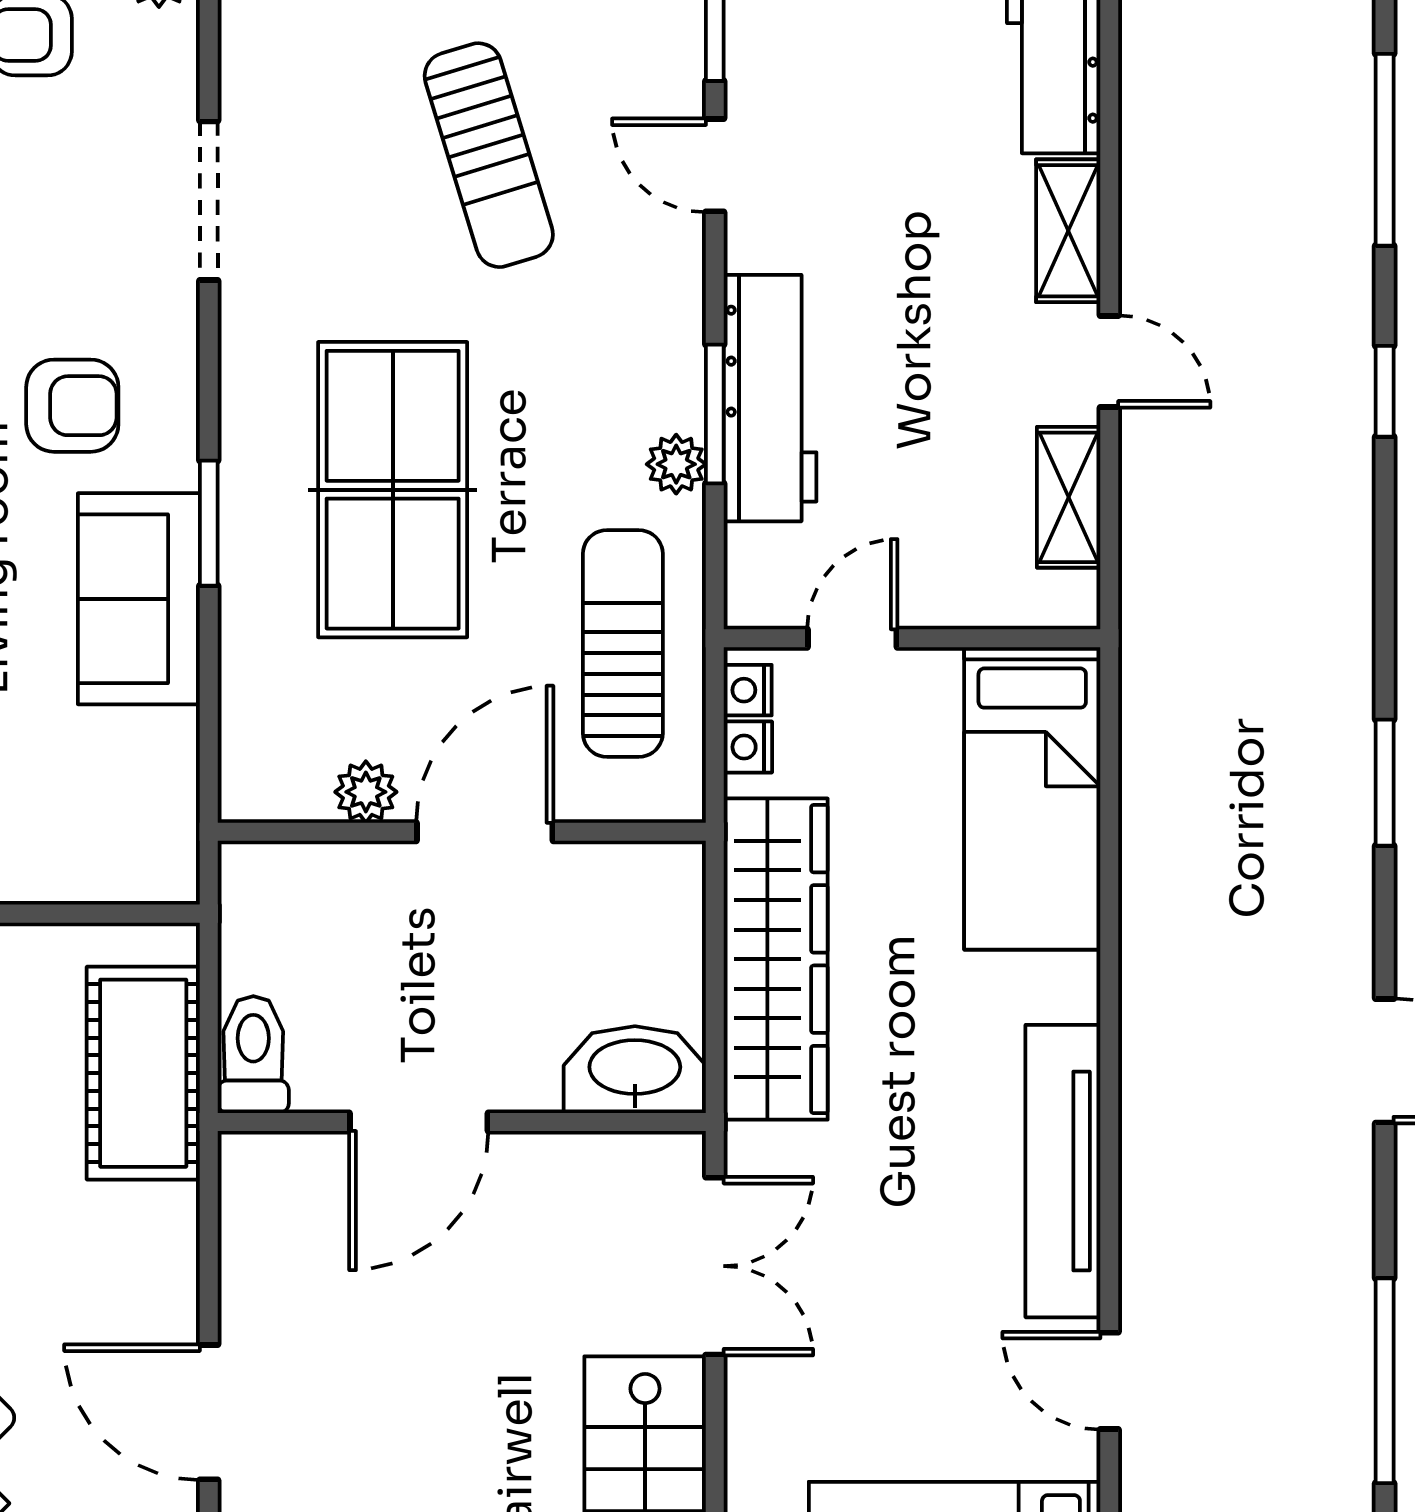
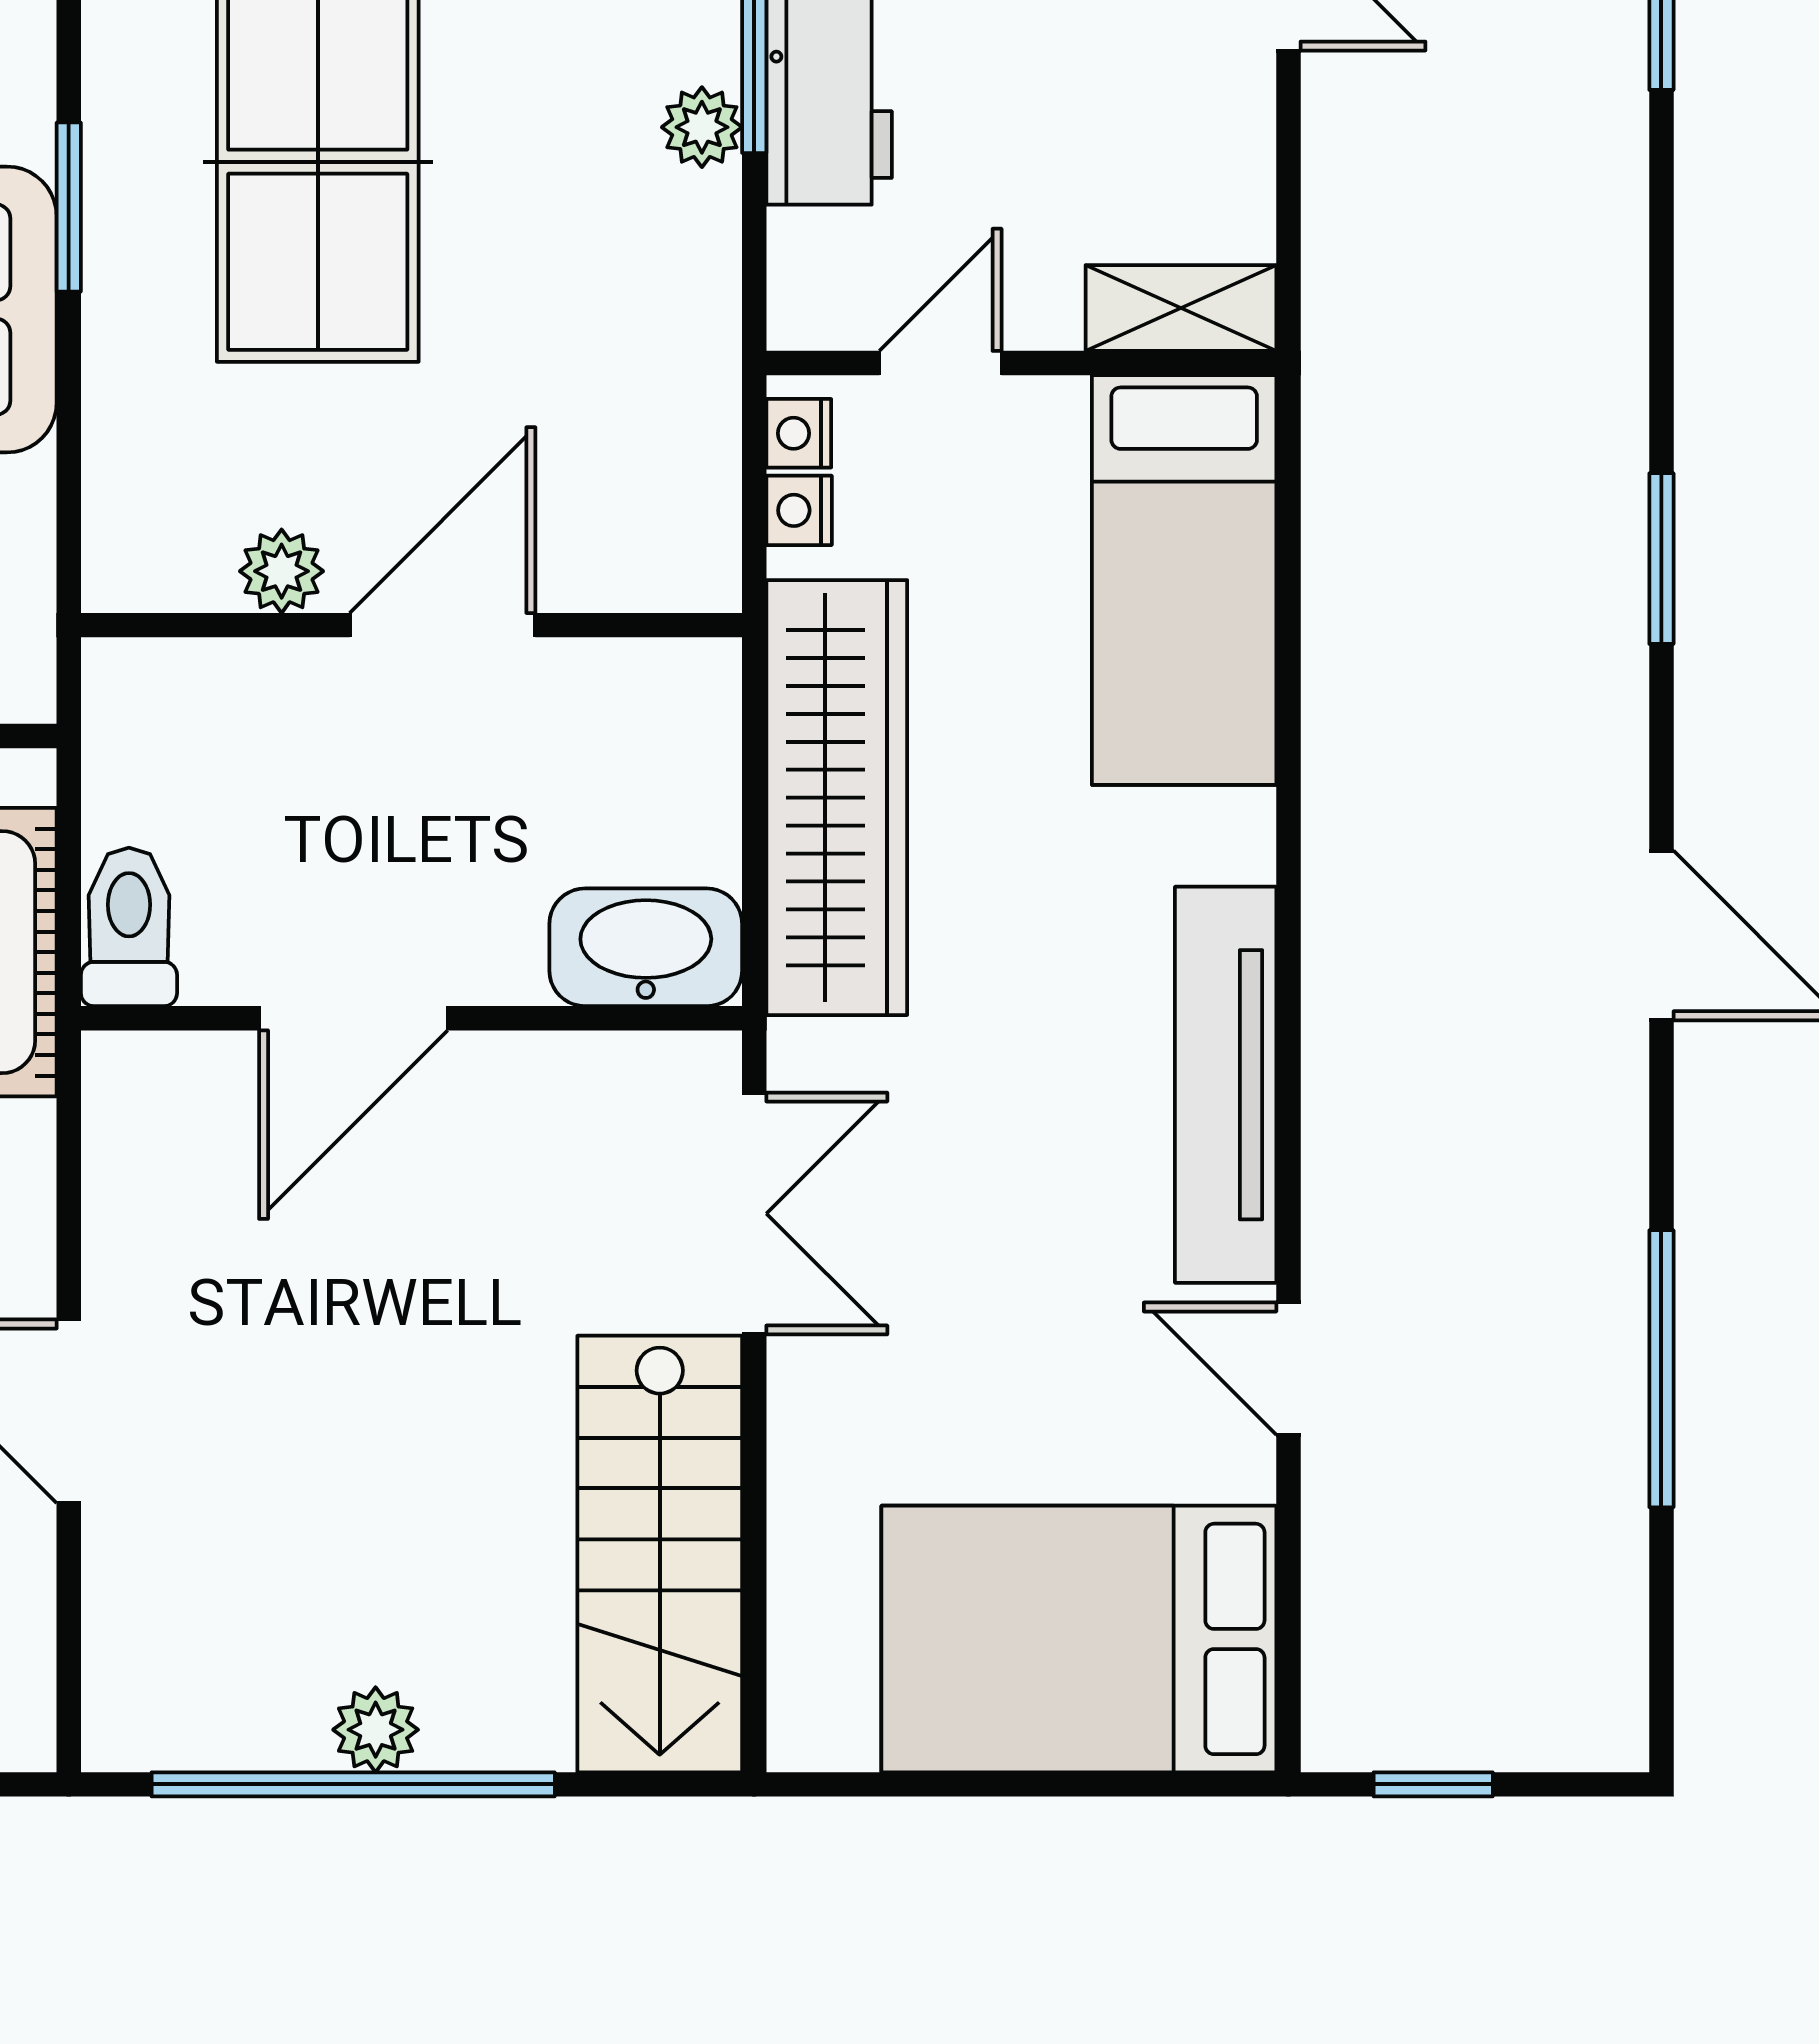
shelving: (1069, 497) -> (1181, 308), moved, turned 90
sun lounger: (623, 643) -> (630, 370), removed

